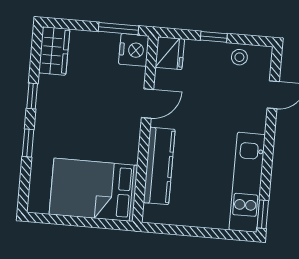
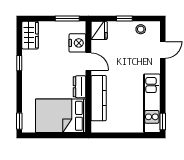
nightstand: (134, 50) -> (77, 43), moved
door: (148, 103) -> (88, 62), hinge flipped
window: (28, 143) -> (19, 121), moved
dresser: (129, 144) -> (80, 87), added

